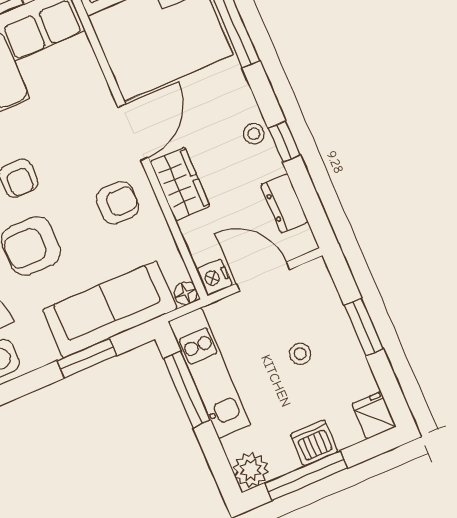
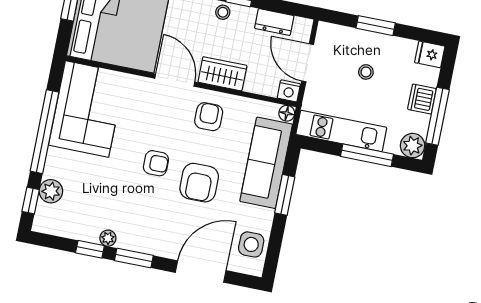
door: (263, 276) -> (308, 63), hinge flipped
window: (187, 389) -> (367, 155), moved

